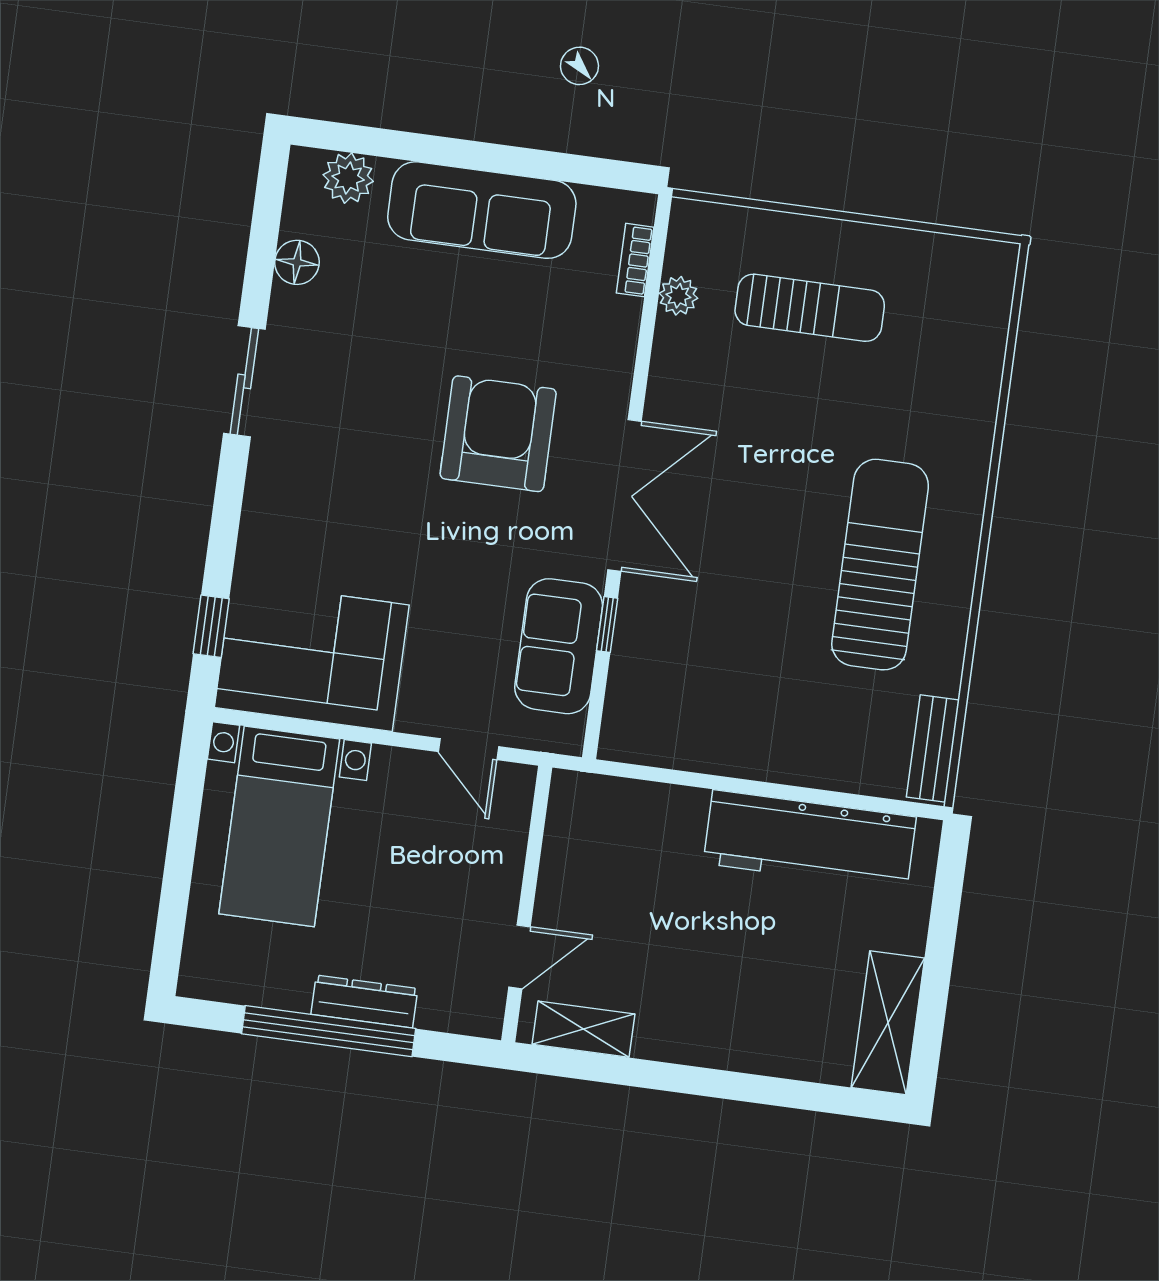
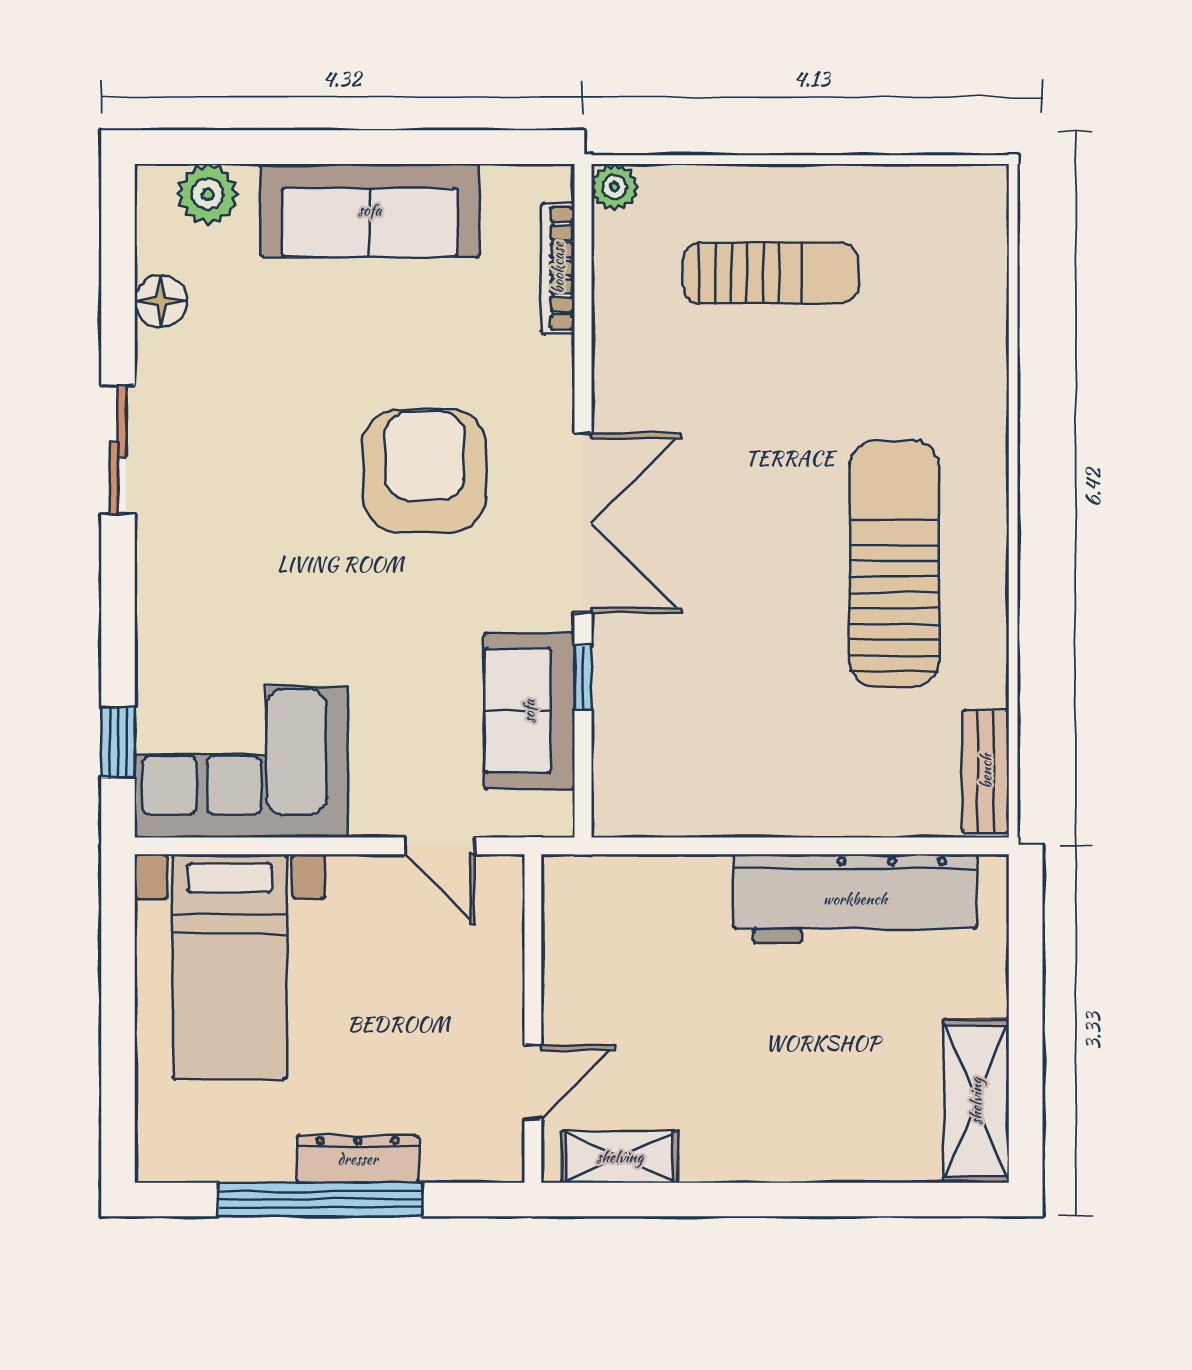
bookcase: (635, 260) -> (558, 268), width x1.56
plant: (678, 296) -> (615, 187), moved

